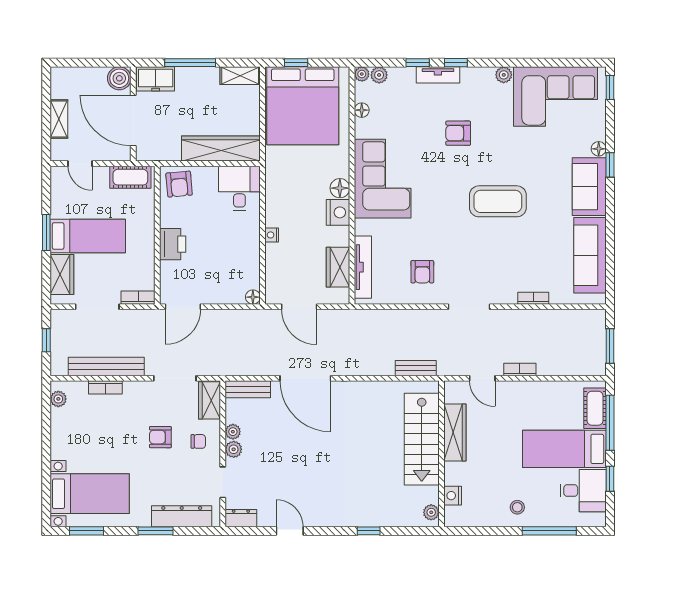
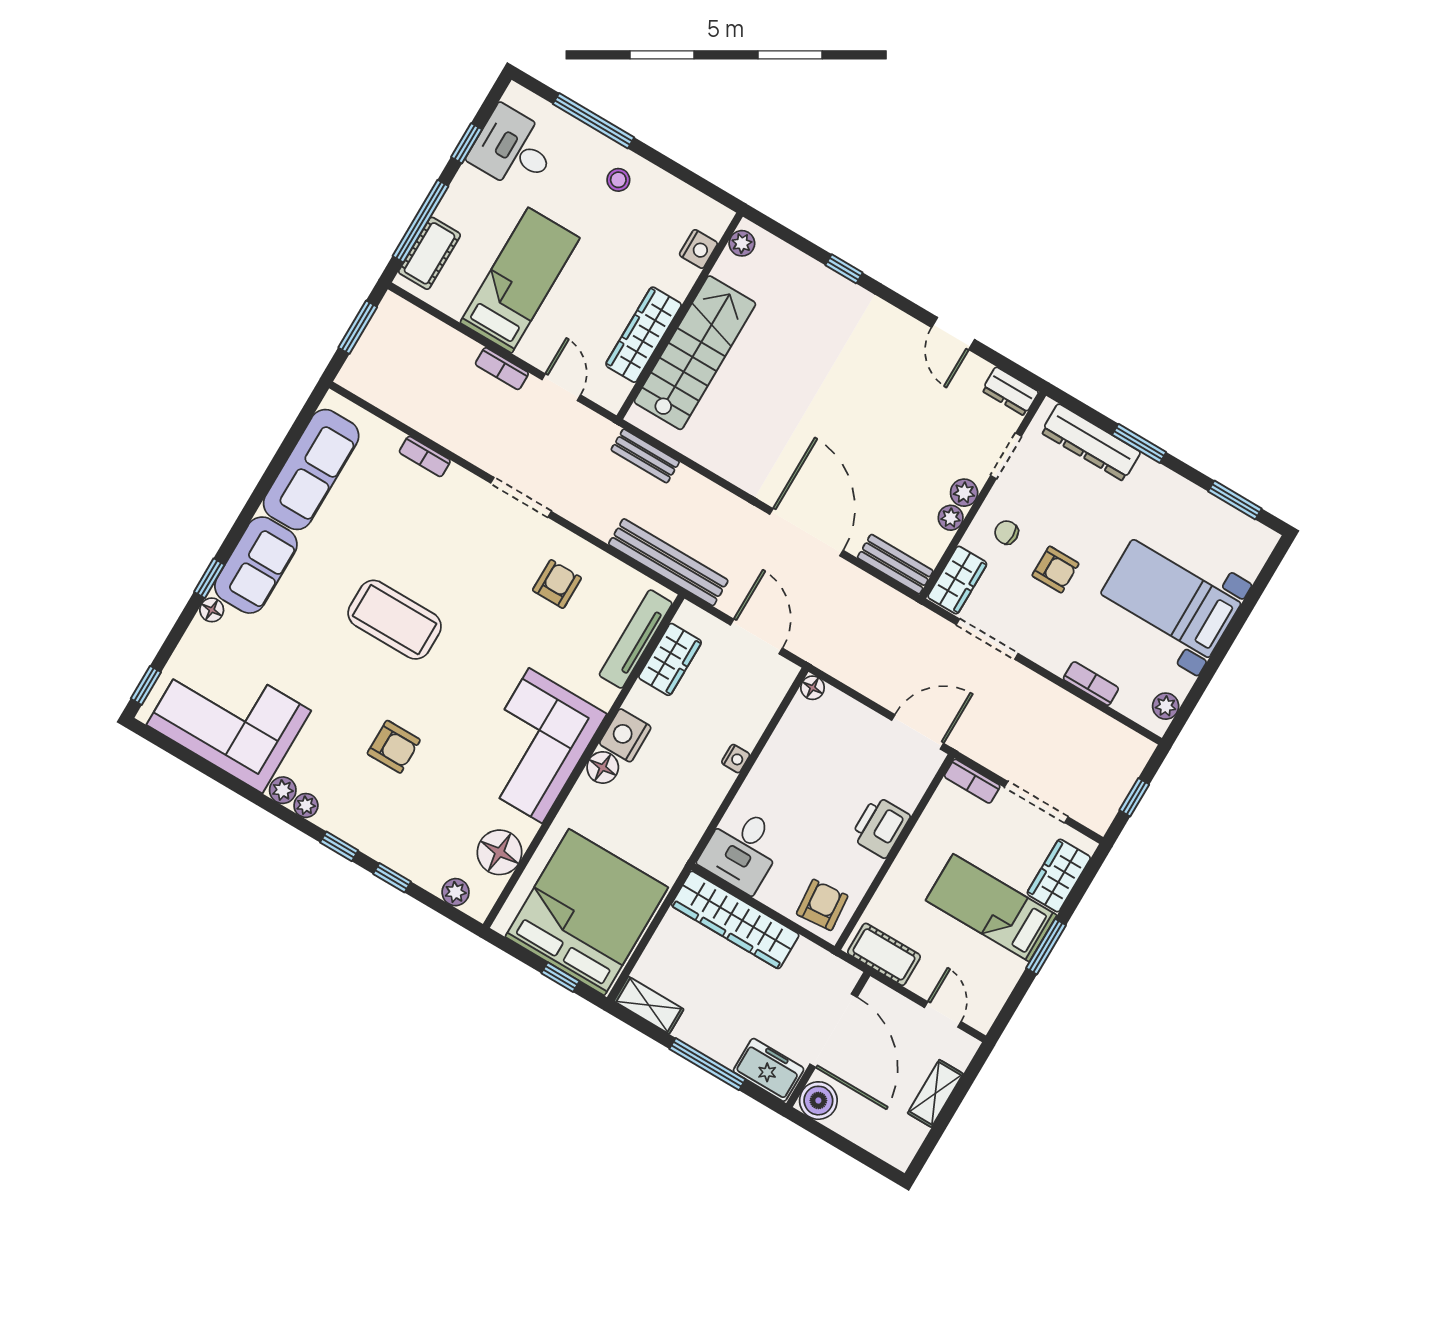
plant: (362, 74) -> (306, 805), moved
tv unit: (438, 75) -> (374, 844), removed
floor lamp: (362, 110) -> (500, 852), width x1.89, depth x1.89
bench: (106, 366) -> (668, 562), moved
bed: (564, 449) -> (520, 280), moved, turned -90
bed with nightstands: (90, 494) -> (1171, 598), moved

